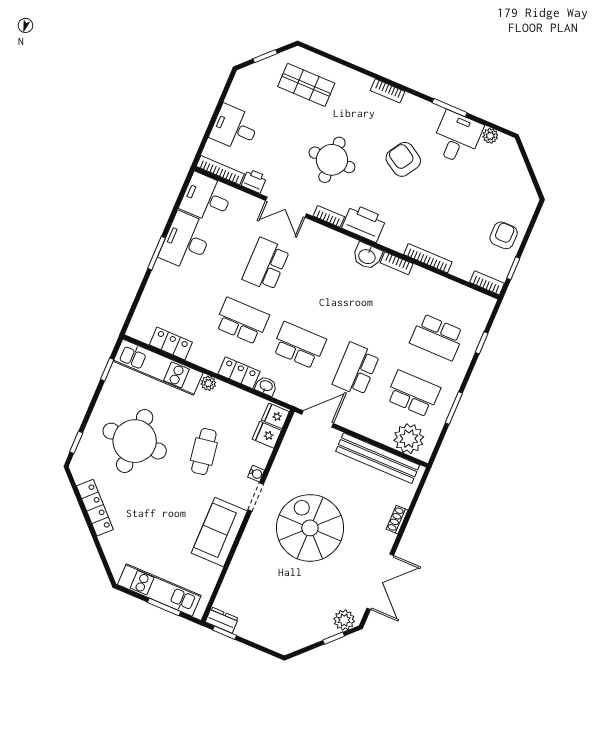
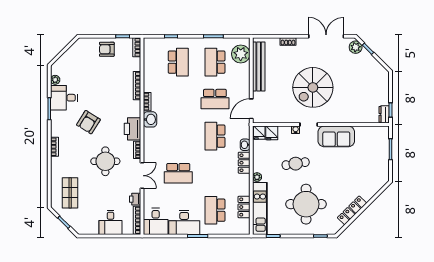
school desk: (242, 321) -> (215, 210), moved
door: (318, 419) -> (251, 109), hinge flipped
kitchen unit: (159, 590) -> (382, 156), removed

